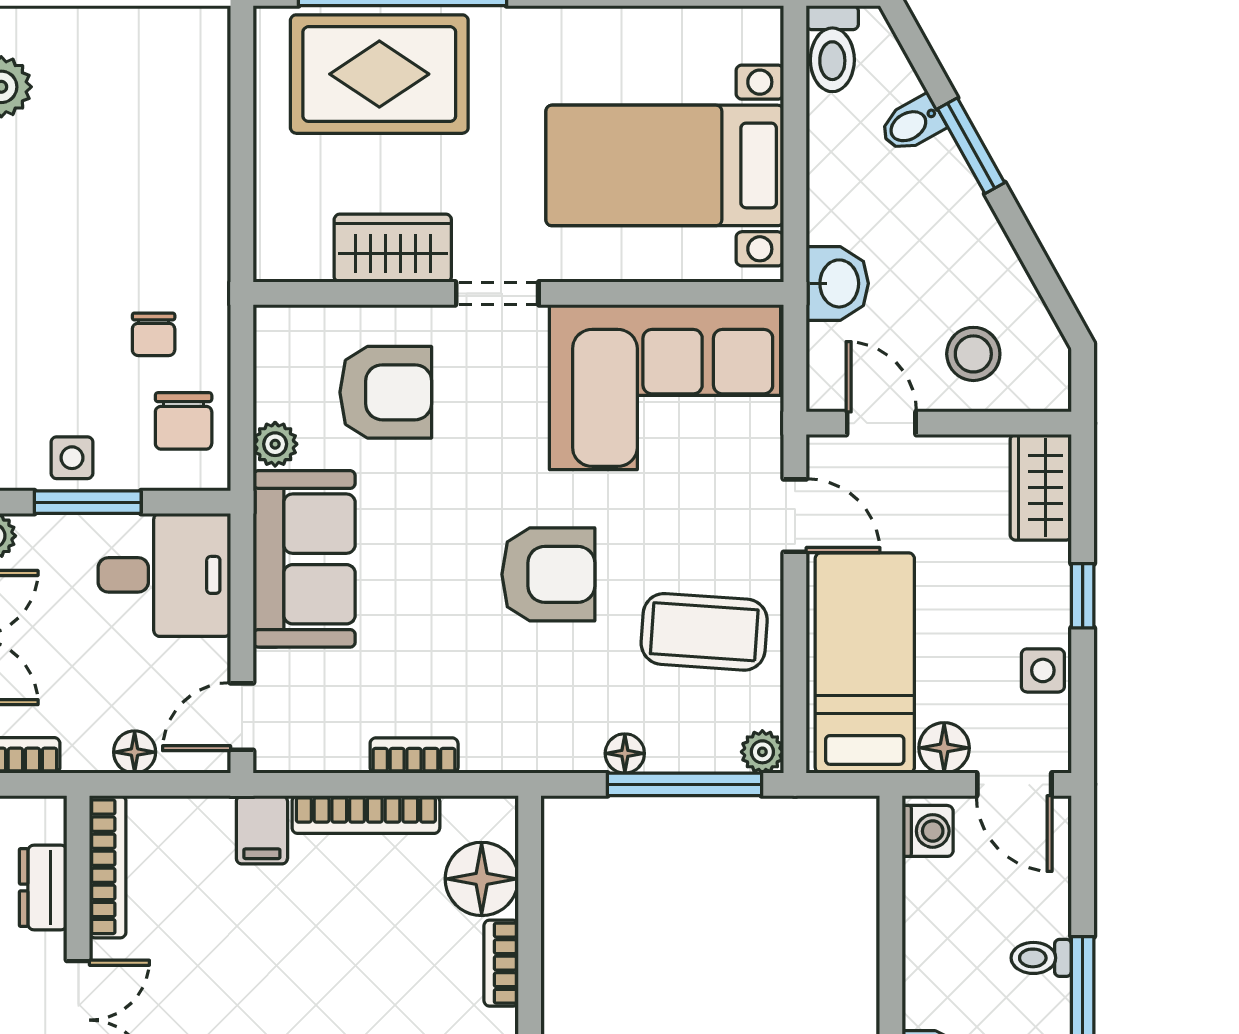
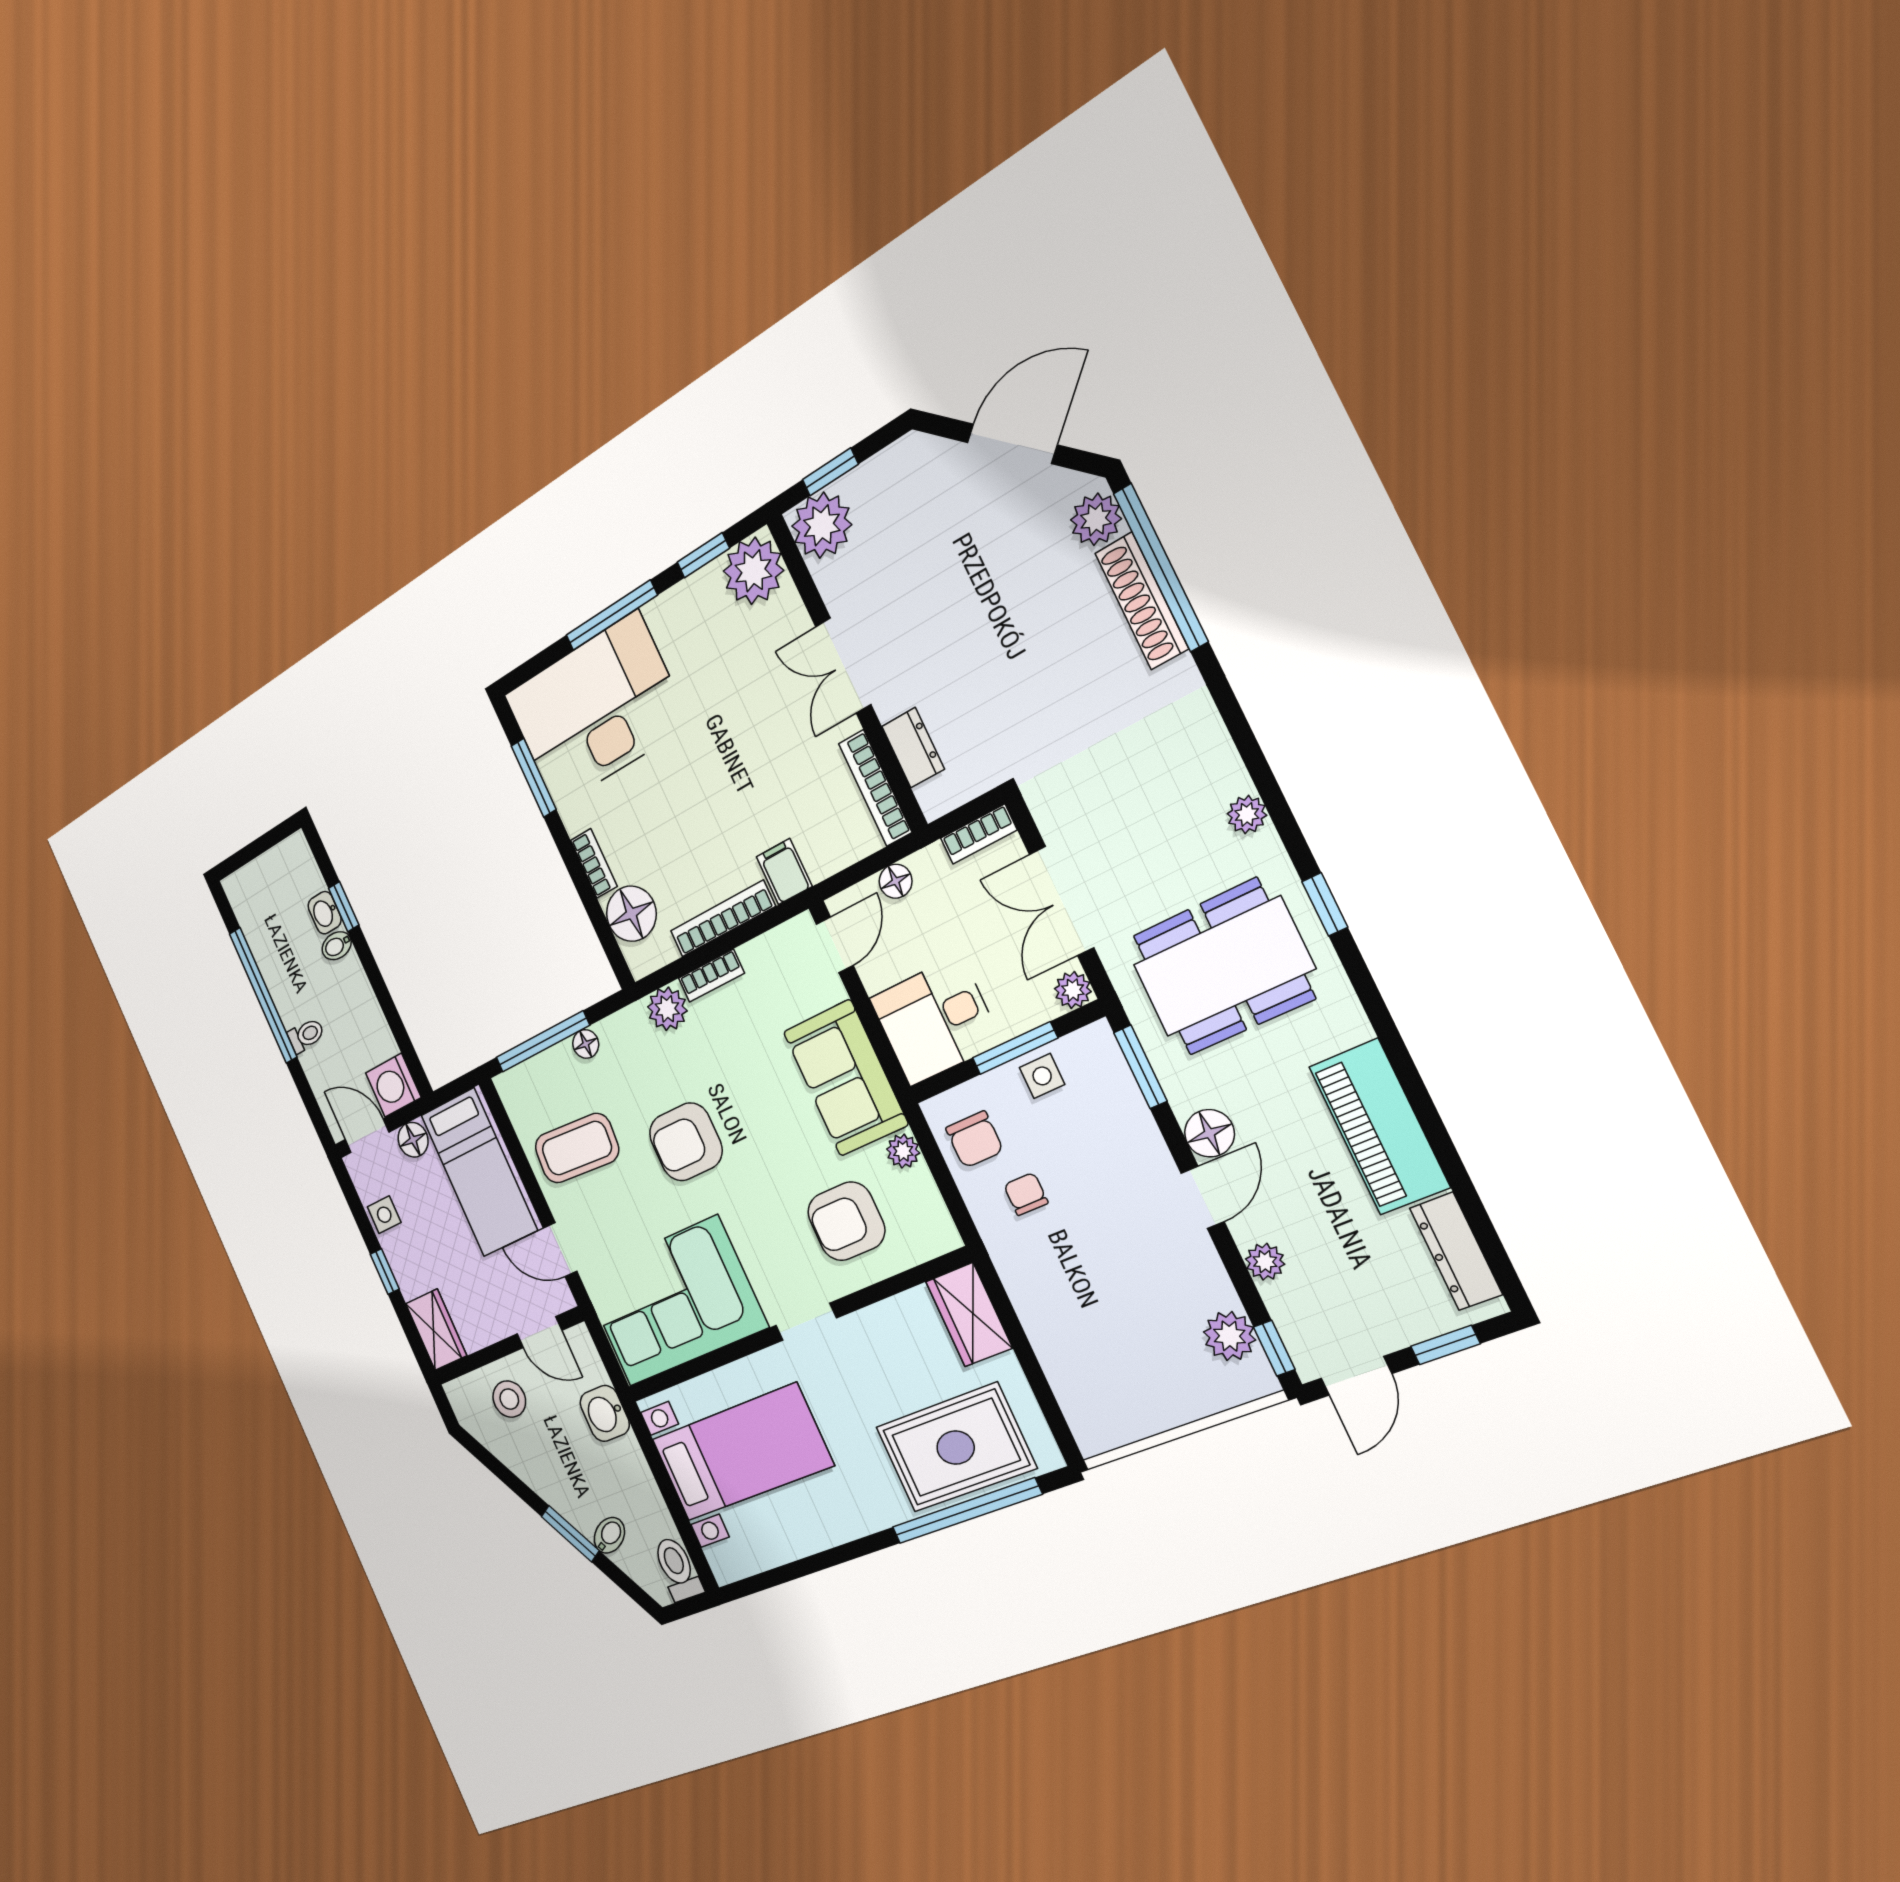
wardrobe: (393, 248) -> (969, 1315), moved, turned 90
chair: (184, 421) -> (974, 1139), turned 180
plant: (762, 752) -> (667, 1009), moved, width x1.38, depth x1.38
washing machine: (928, 831) -> (393, 1085), width x1.38, depth x1.38

